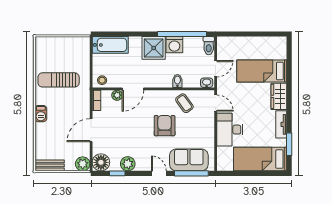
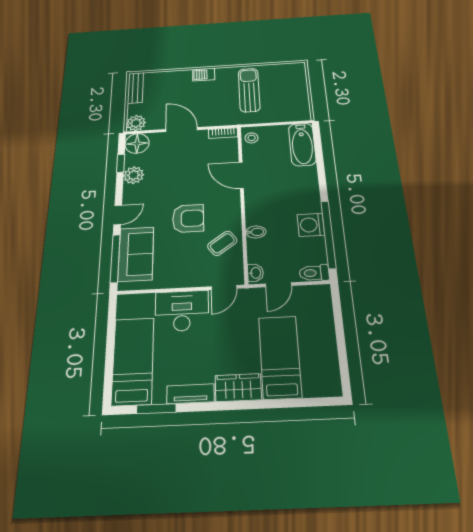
shower: (154, 48) -> (303, 198), removed
door: (216, 69) -> (278, 285), hinge flipped
plant: (117, 95) -> (231, 157), removed

